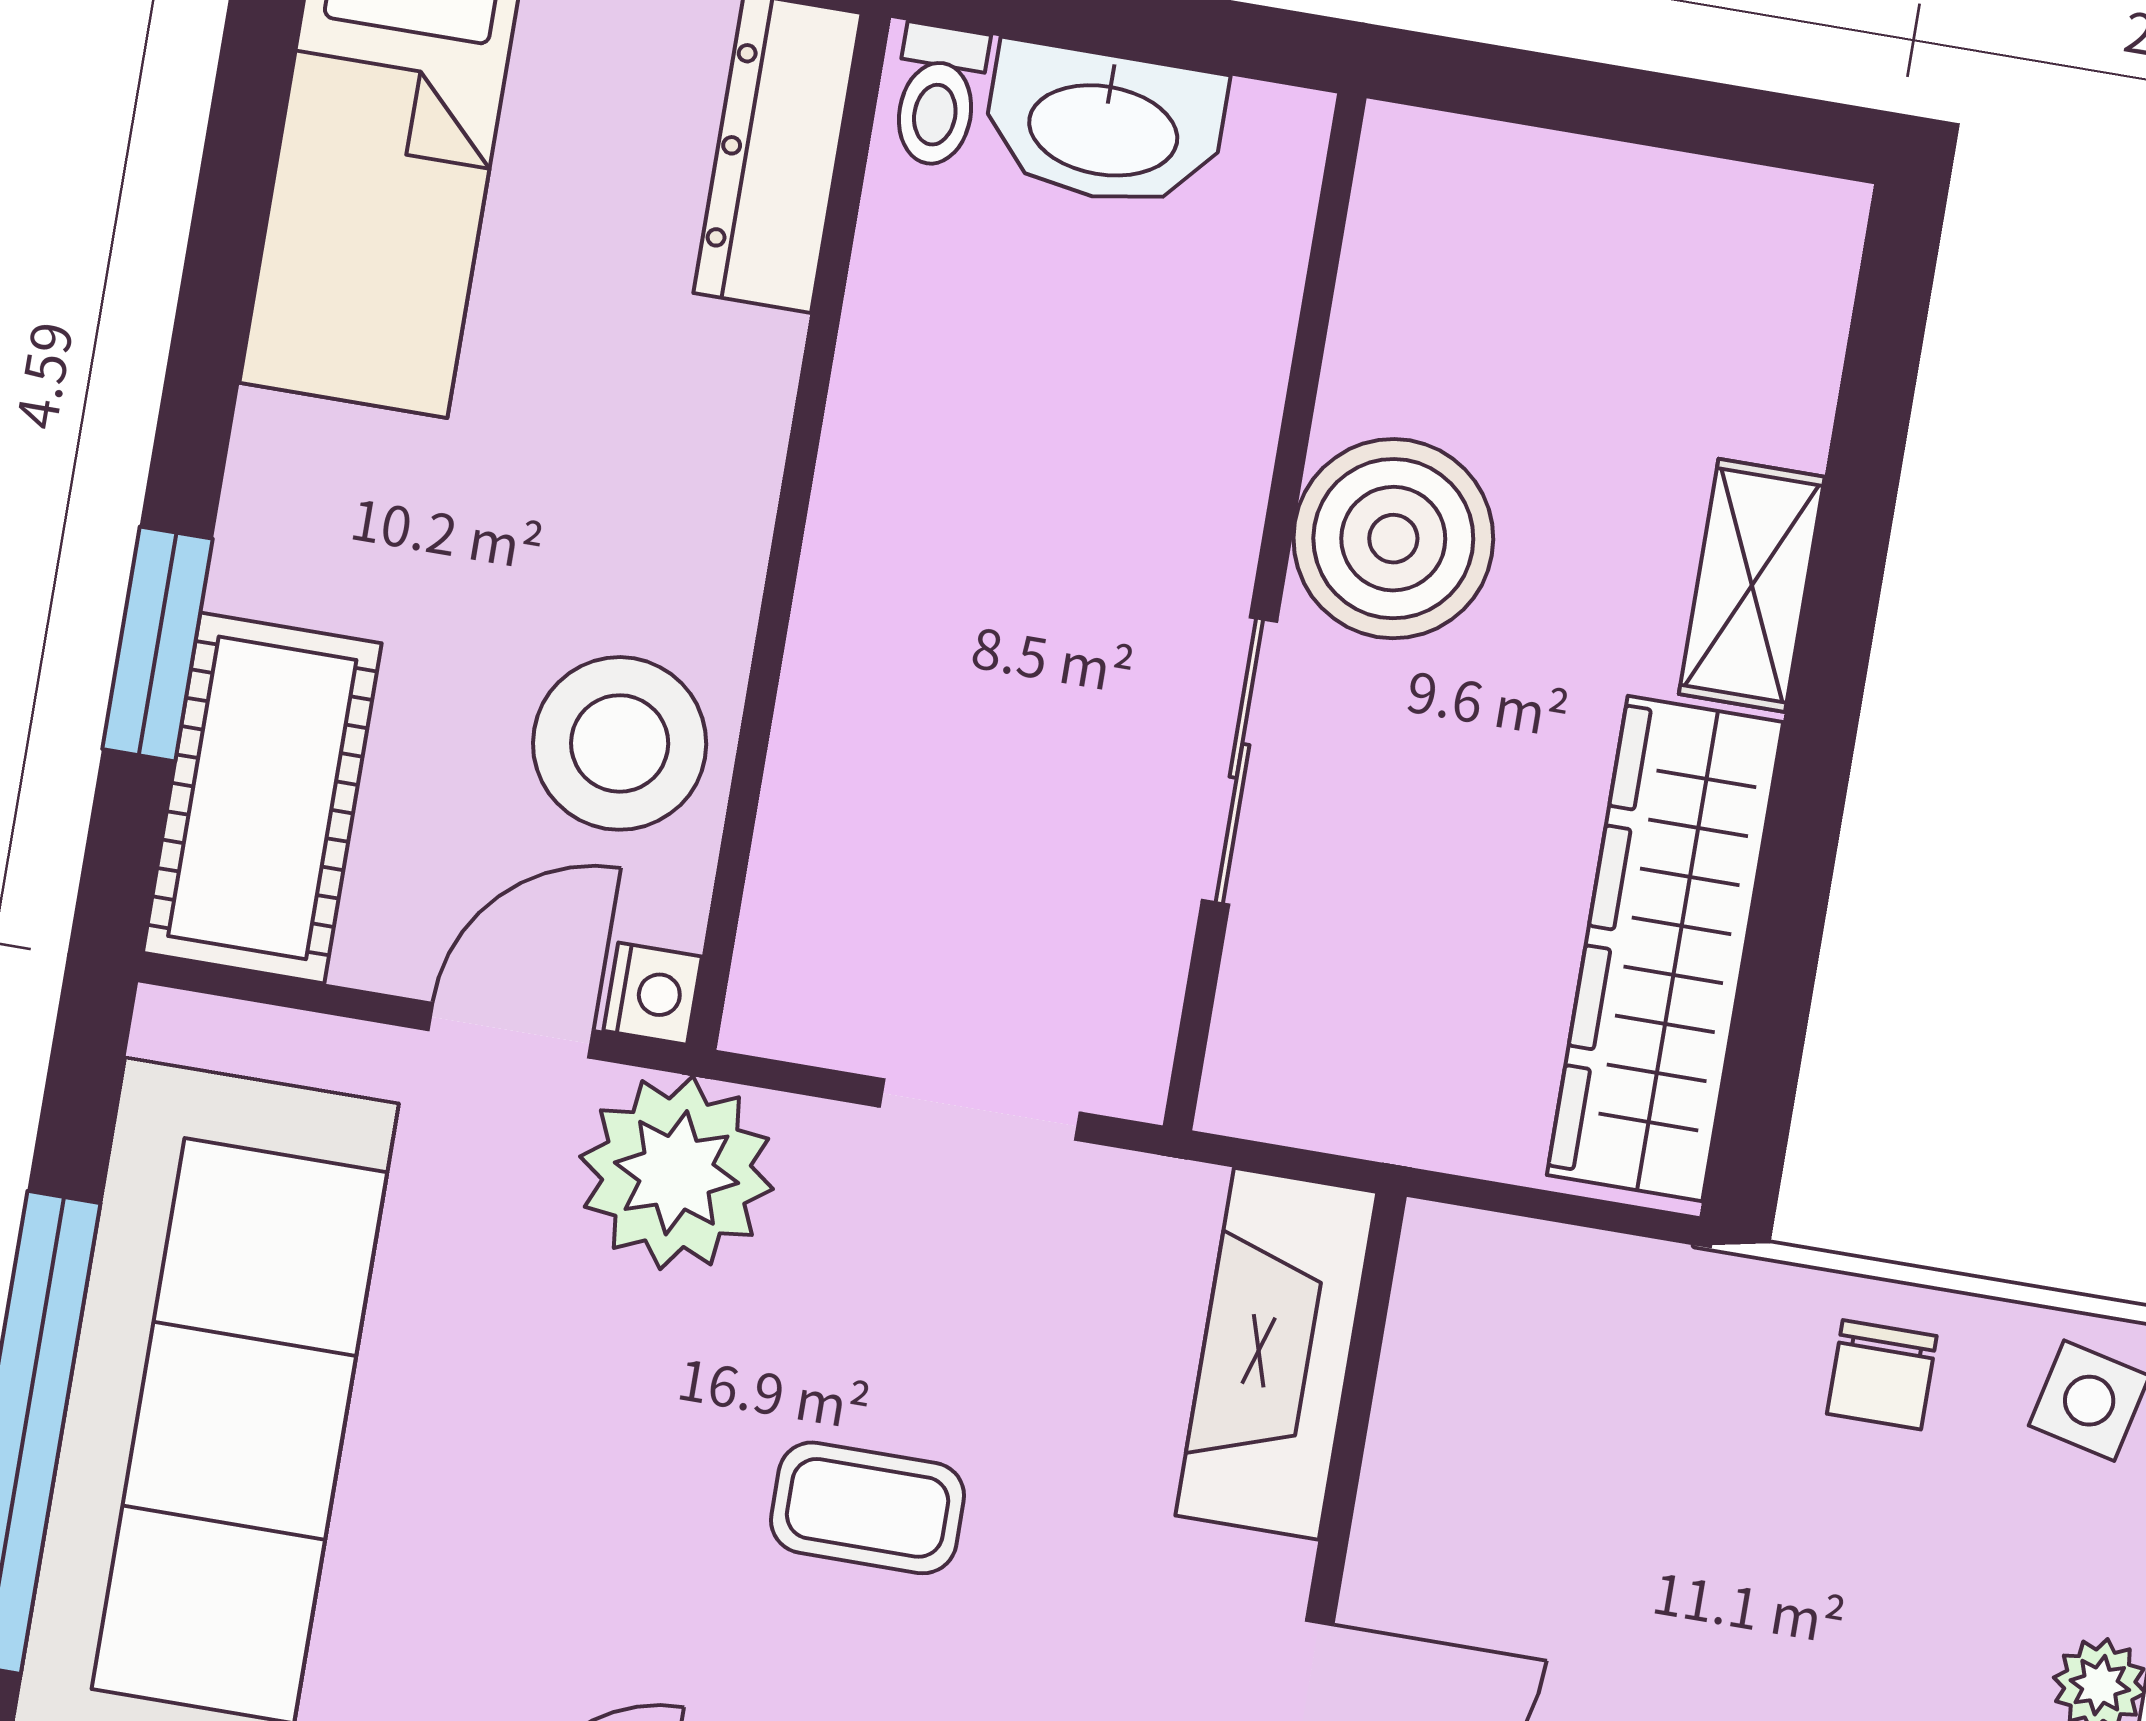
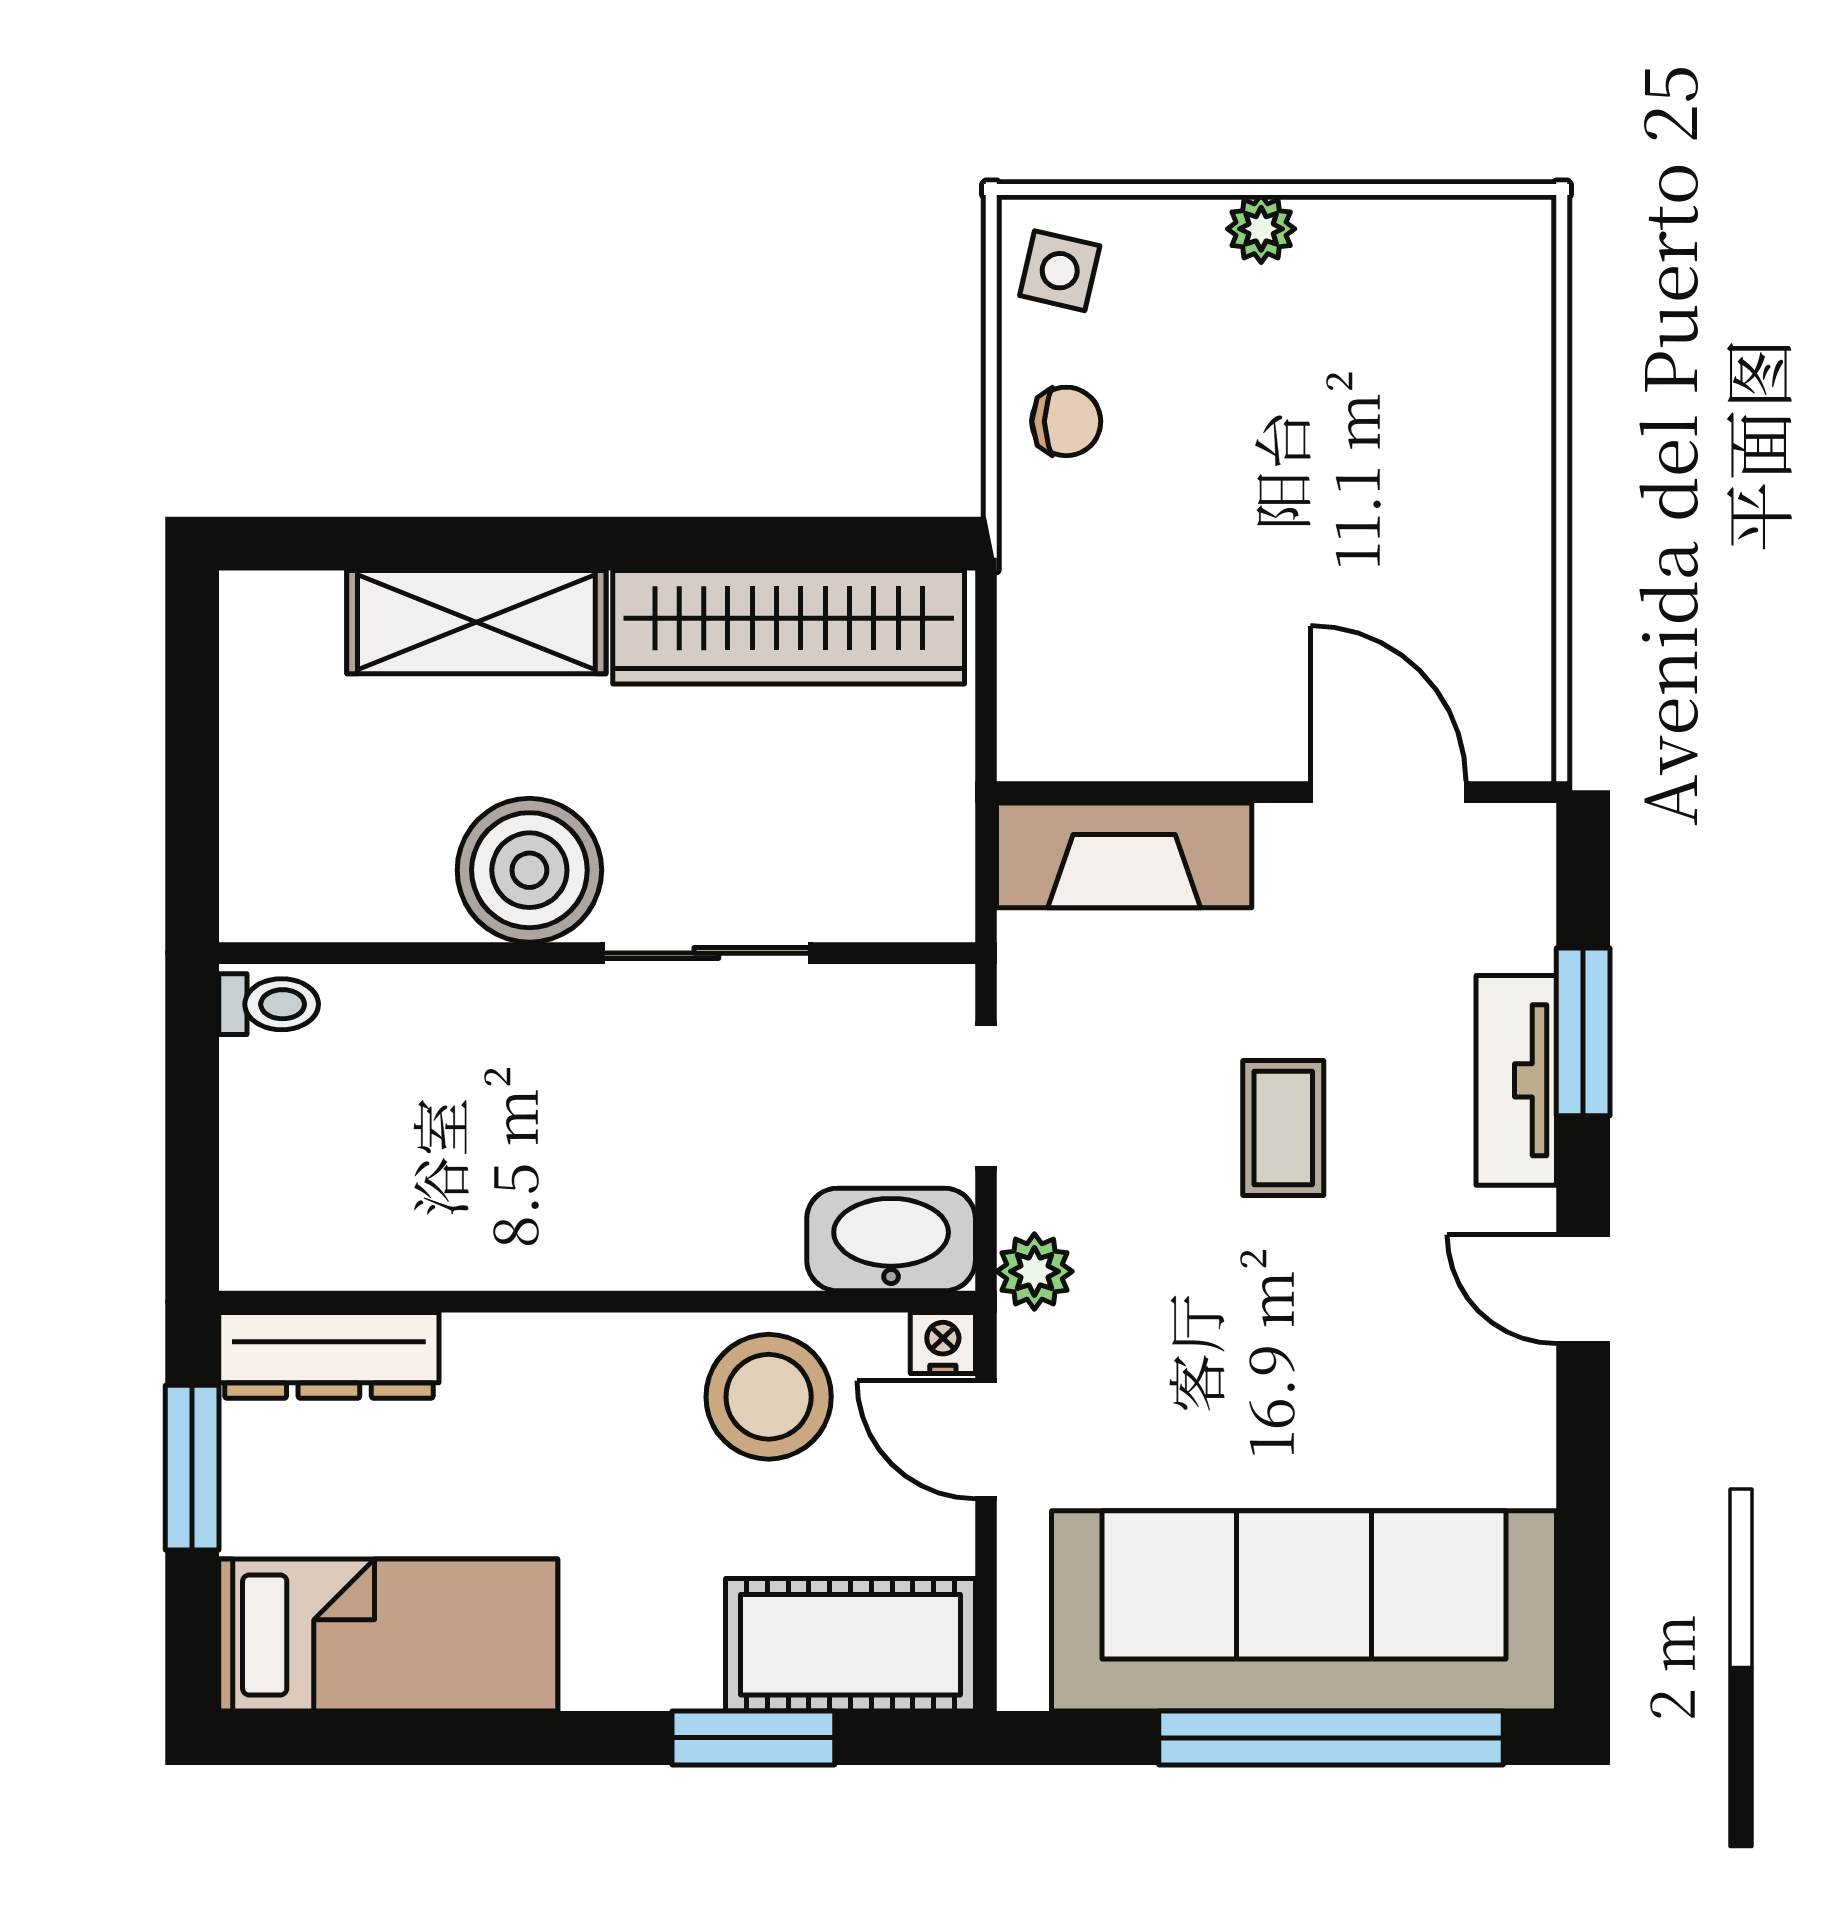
toilet: (938, 96) -> (269, 1004), moved
washbasin: (1104, 126) -> (891, 1240), moved, turned -90
shelving: (1752, 585) -> (476, 622), width x1.50, depth x1.33
plant: (676, 1173) -> (1034, 1271), width x0.53, depth x0.53

